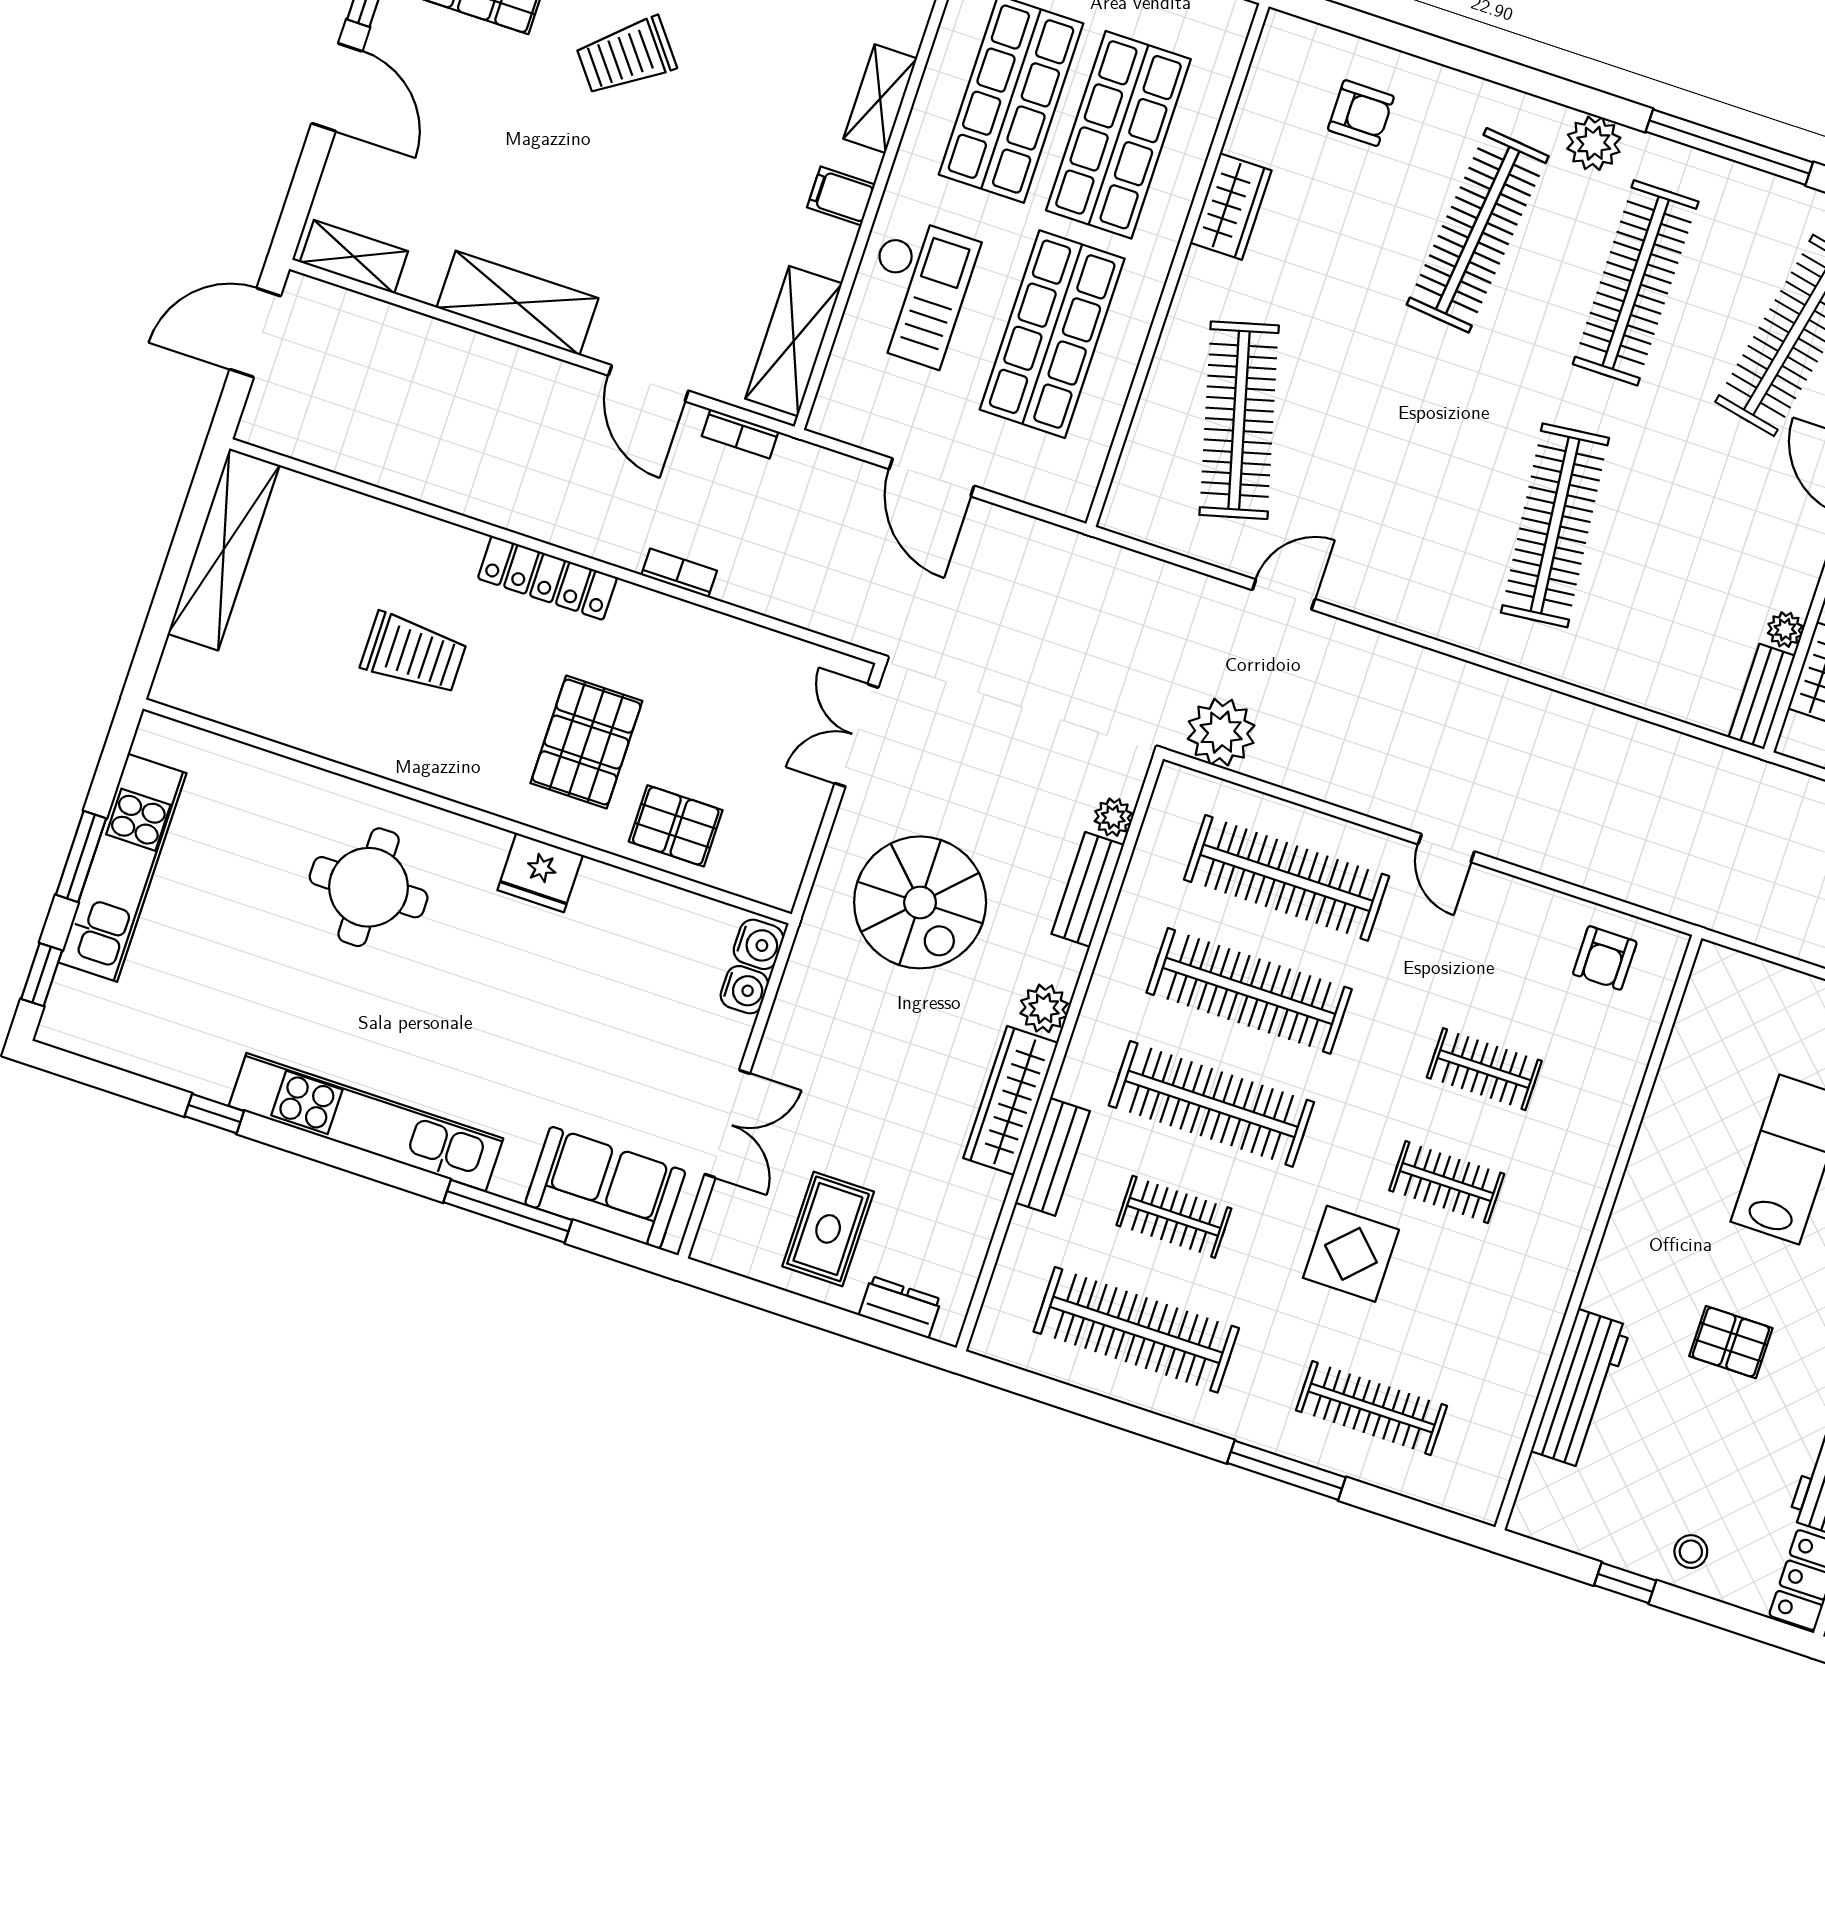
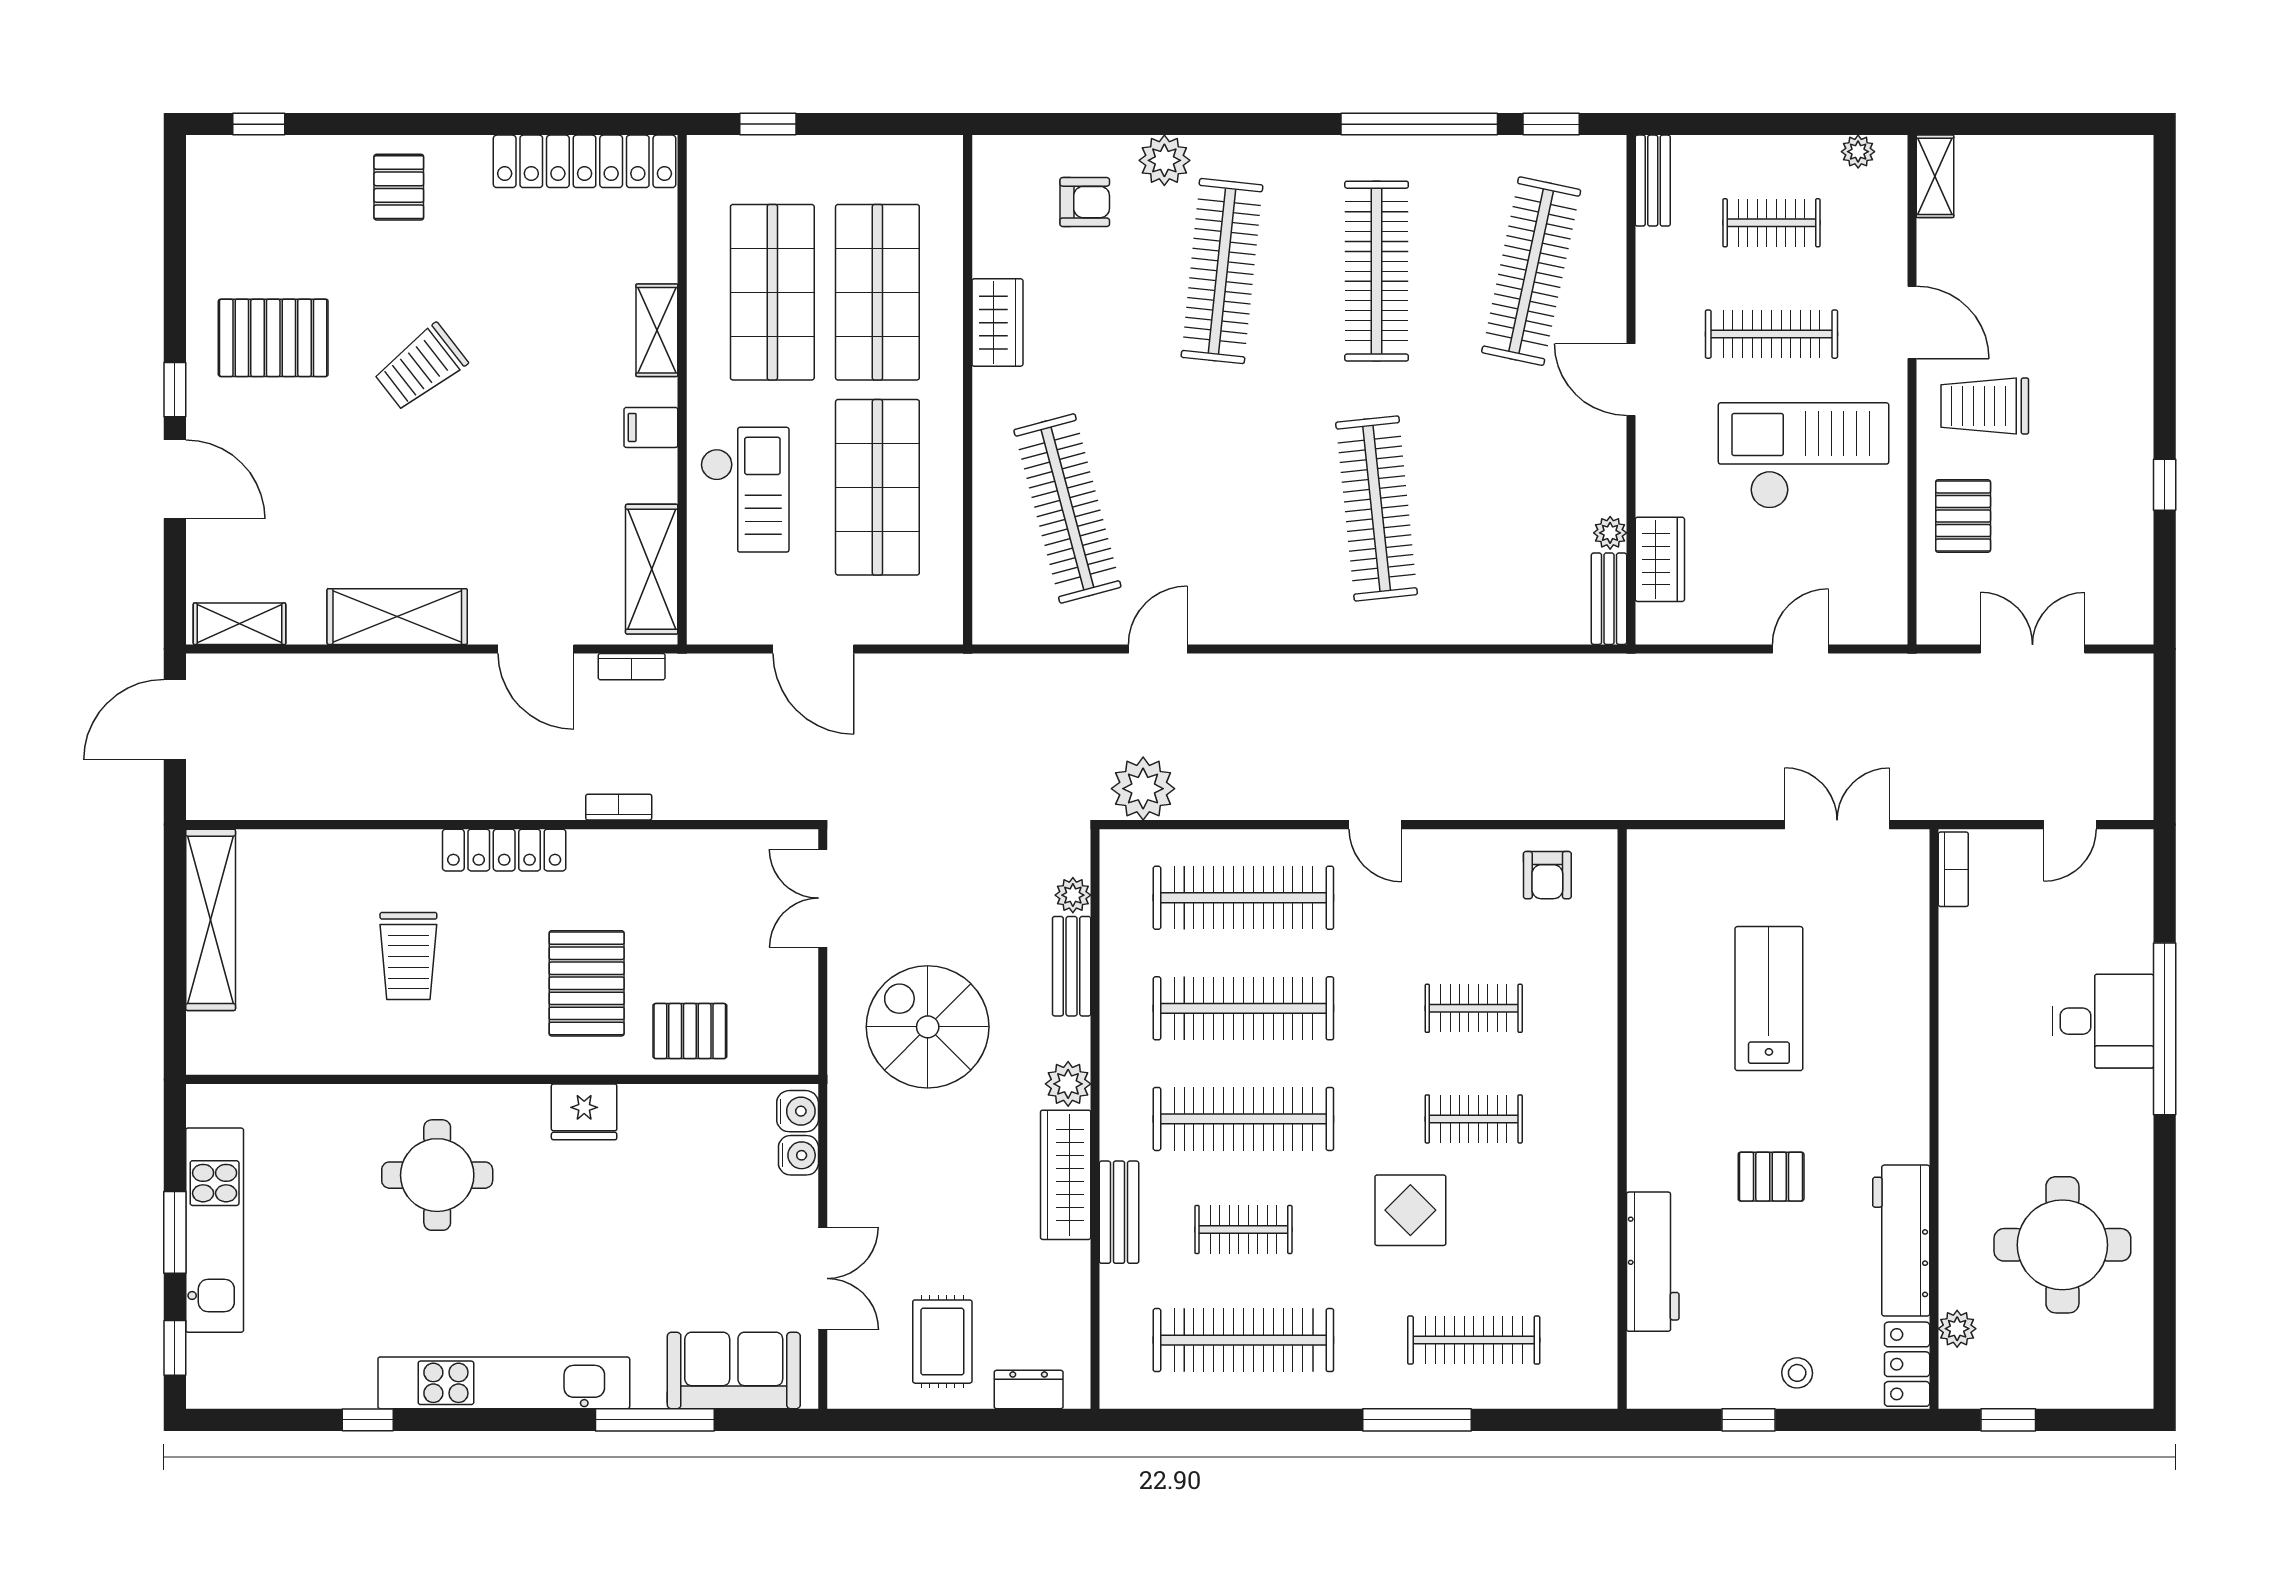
plant: (1594, 143) -> (1164, 160), moved
trolley: (414, 654) -> (408, 956), turned 90
spiral stairs: (920, 902) -> (928, 1027), turned 180

